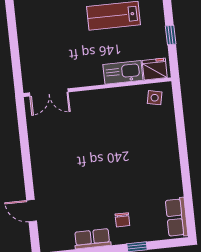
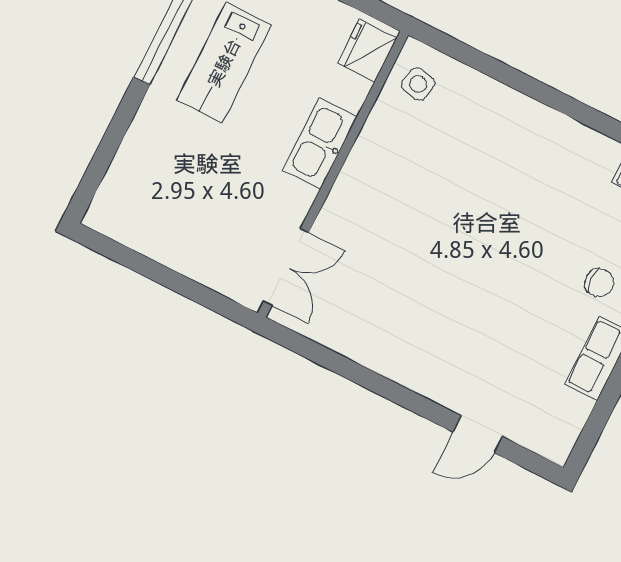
kitchen sink: (123, 72) -> (320, 143), moved

